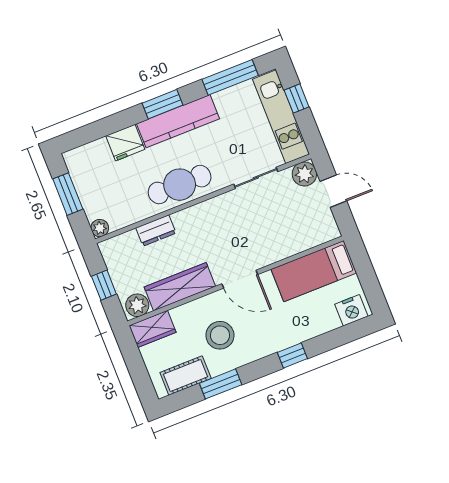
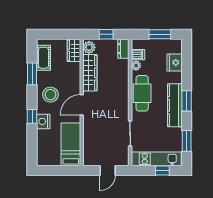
window: (230, 77) -> (187, 141), width x0.69
fridge: (125, 143) -> (175, 62), moved
plant: (304, 174) -> (122, 159), removed
dishwasher: (117, 218) -> (138, 55), added
plant: (100, 228) -> (136, 66), moved
dresser: (156, 230) -> (123, 49), moved
nightstand: (351, 310) -> (43, 121), moved
stool: (220, 335) -> (50, 95), moved

